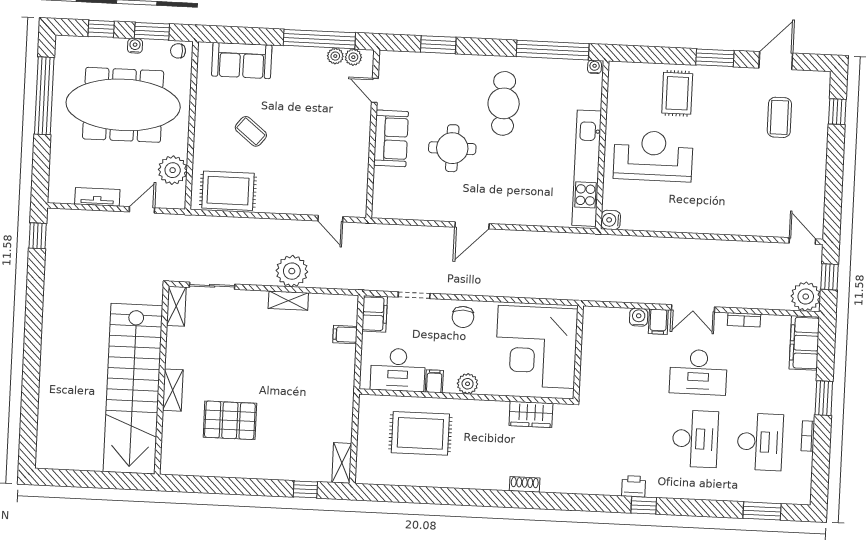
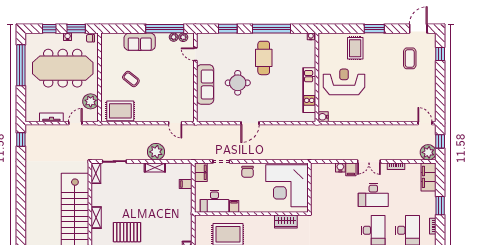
window: (553, 50) -> (271, 29), moved
sofa: (242, 61) -> (140, 42), moved
door: (776, 61) -> (418, 29), moved
sofa: (391, 138) -> (205, 84), width x1.36
kitchen unit: (587, 168) -> (309, 90), width x0.73
plant: (468, 384) -> (252, 207), removed

